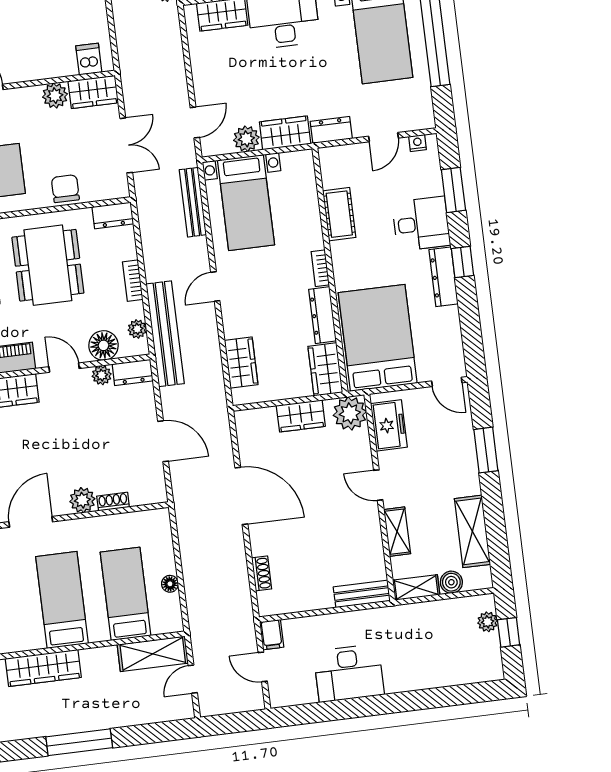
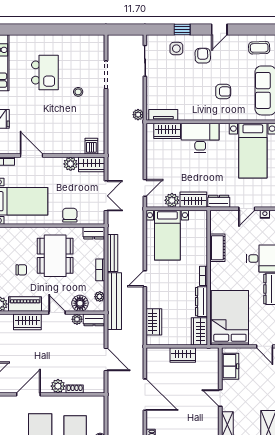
bench: (193, 202) -> (112, 253), moved
plant: (350, 413) -> (210, 357), removed

